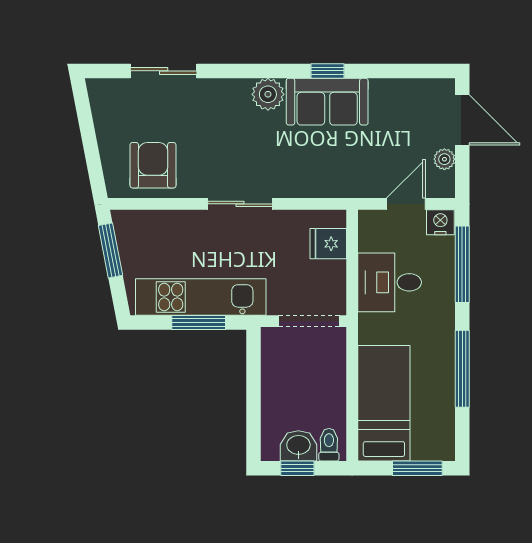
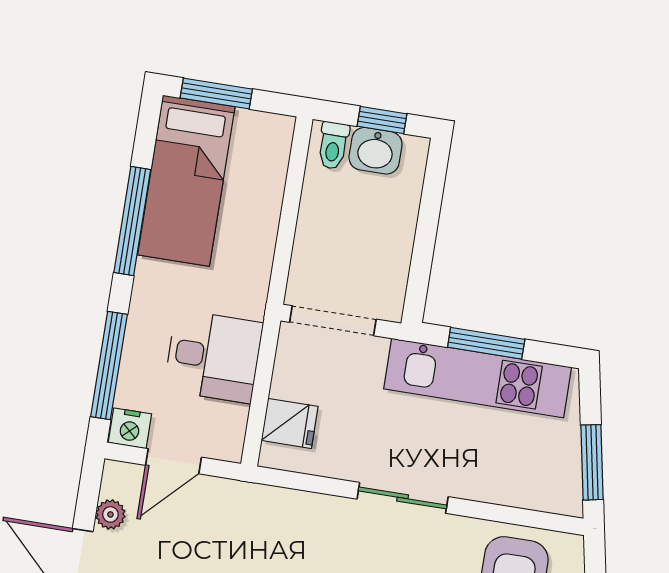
bed: (384, 403) -> (186, 181), moved

